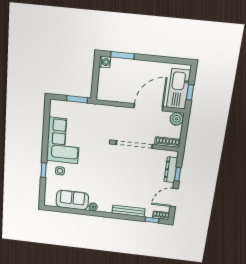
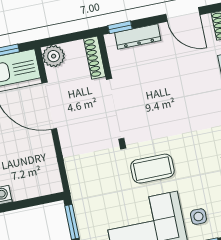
coffee table: (94, 154) -> (152, 169), added
window: (178, 174) -> (120, 27), moved

